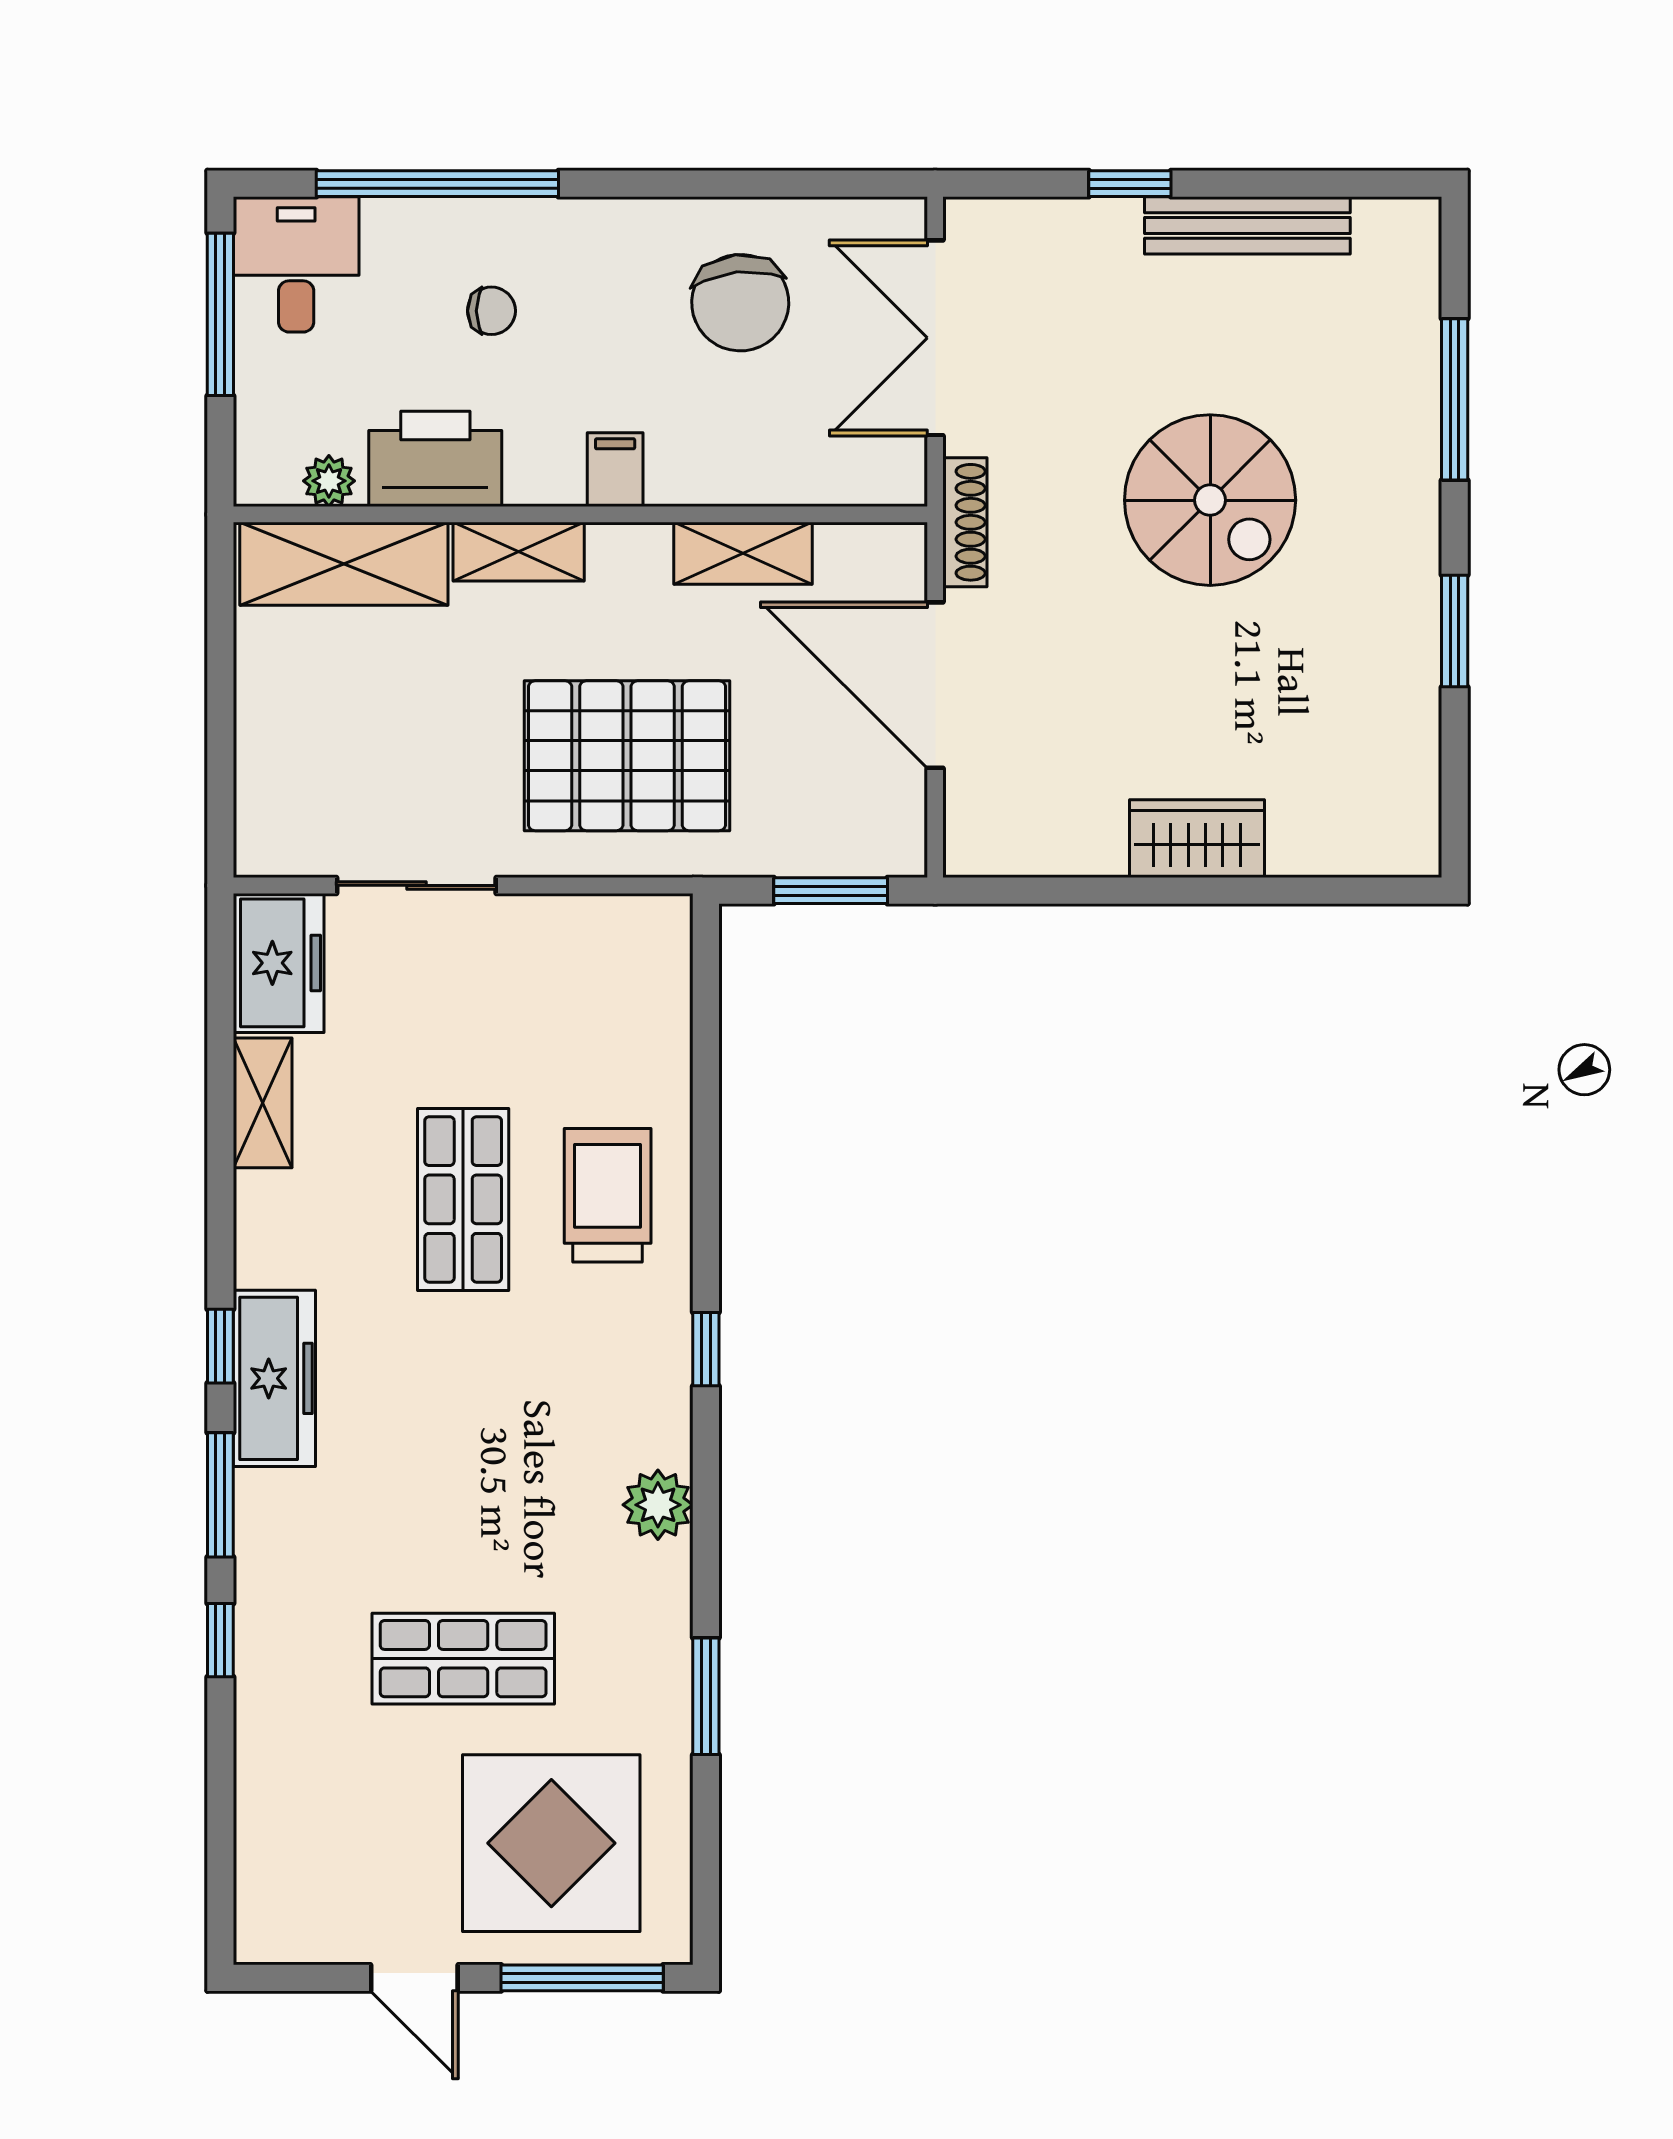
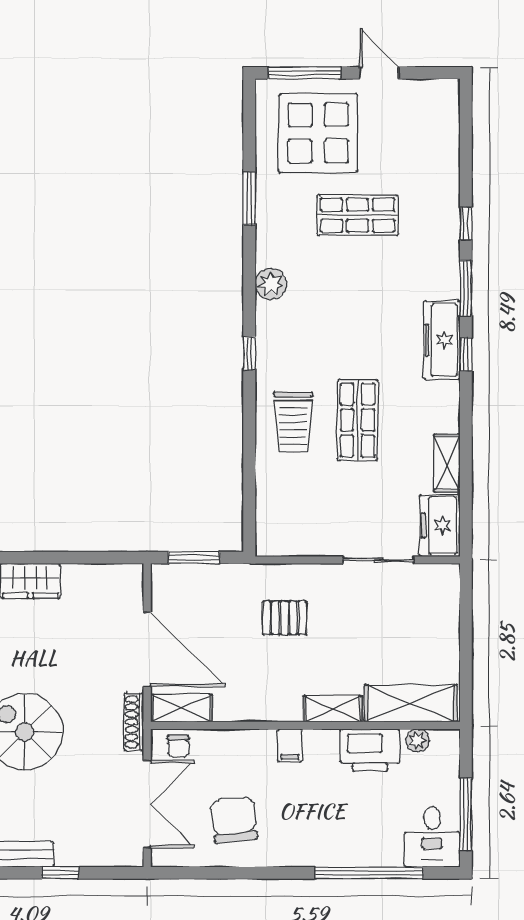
chair: (491, 311) -> (178, 746), moved, turned -90
shelving: (743, 553) -> (181, 708), moved
pallet: (627, 756) -> (285, 618), width x0.49, depth x0.50

